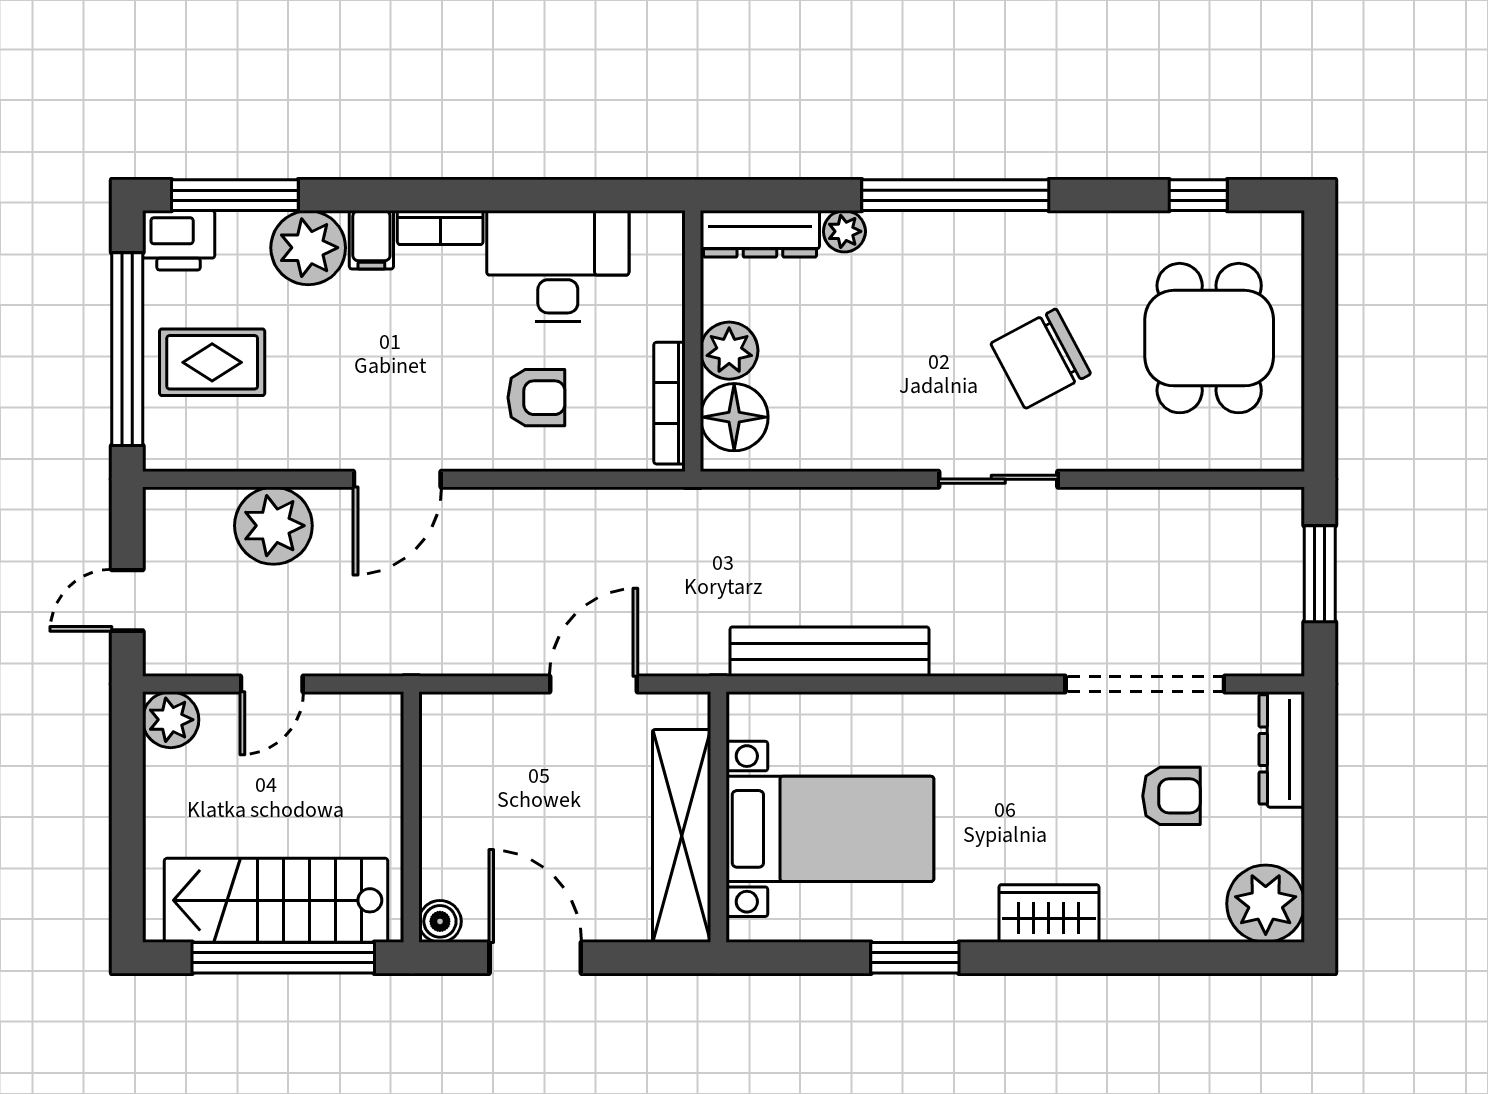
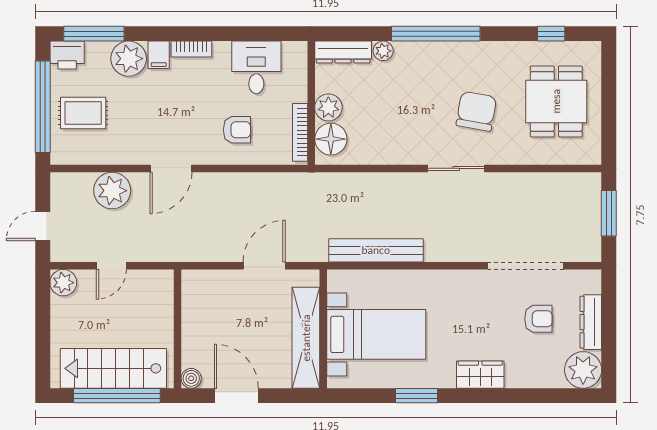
desk: (558, 266) -> (256, 67), width x0.73
chair: (1041, 359) -> (476, 111), turned 128
dresser: (1282, 749) -> (591, 322), moved

